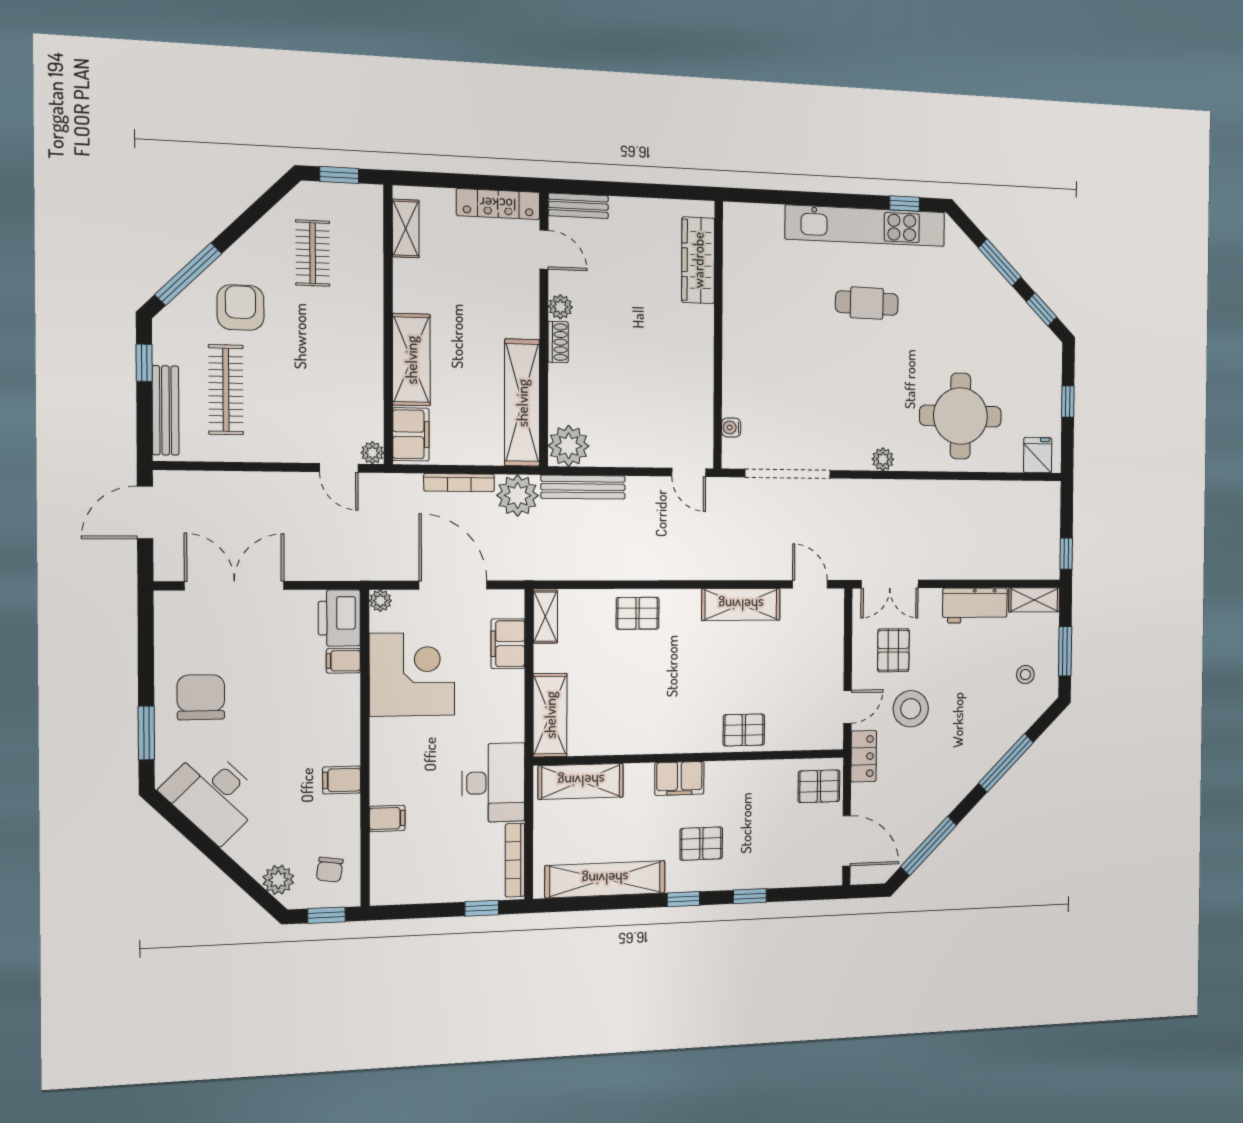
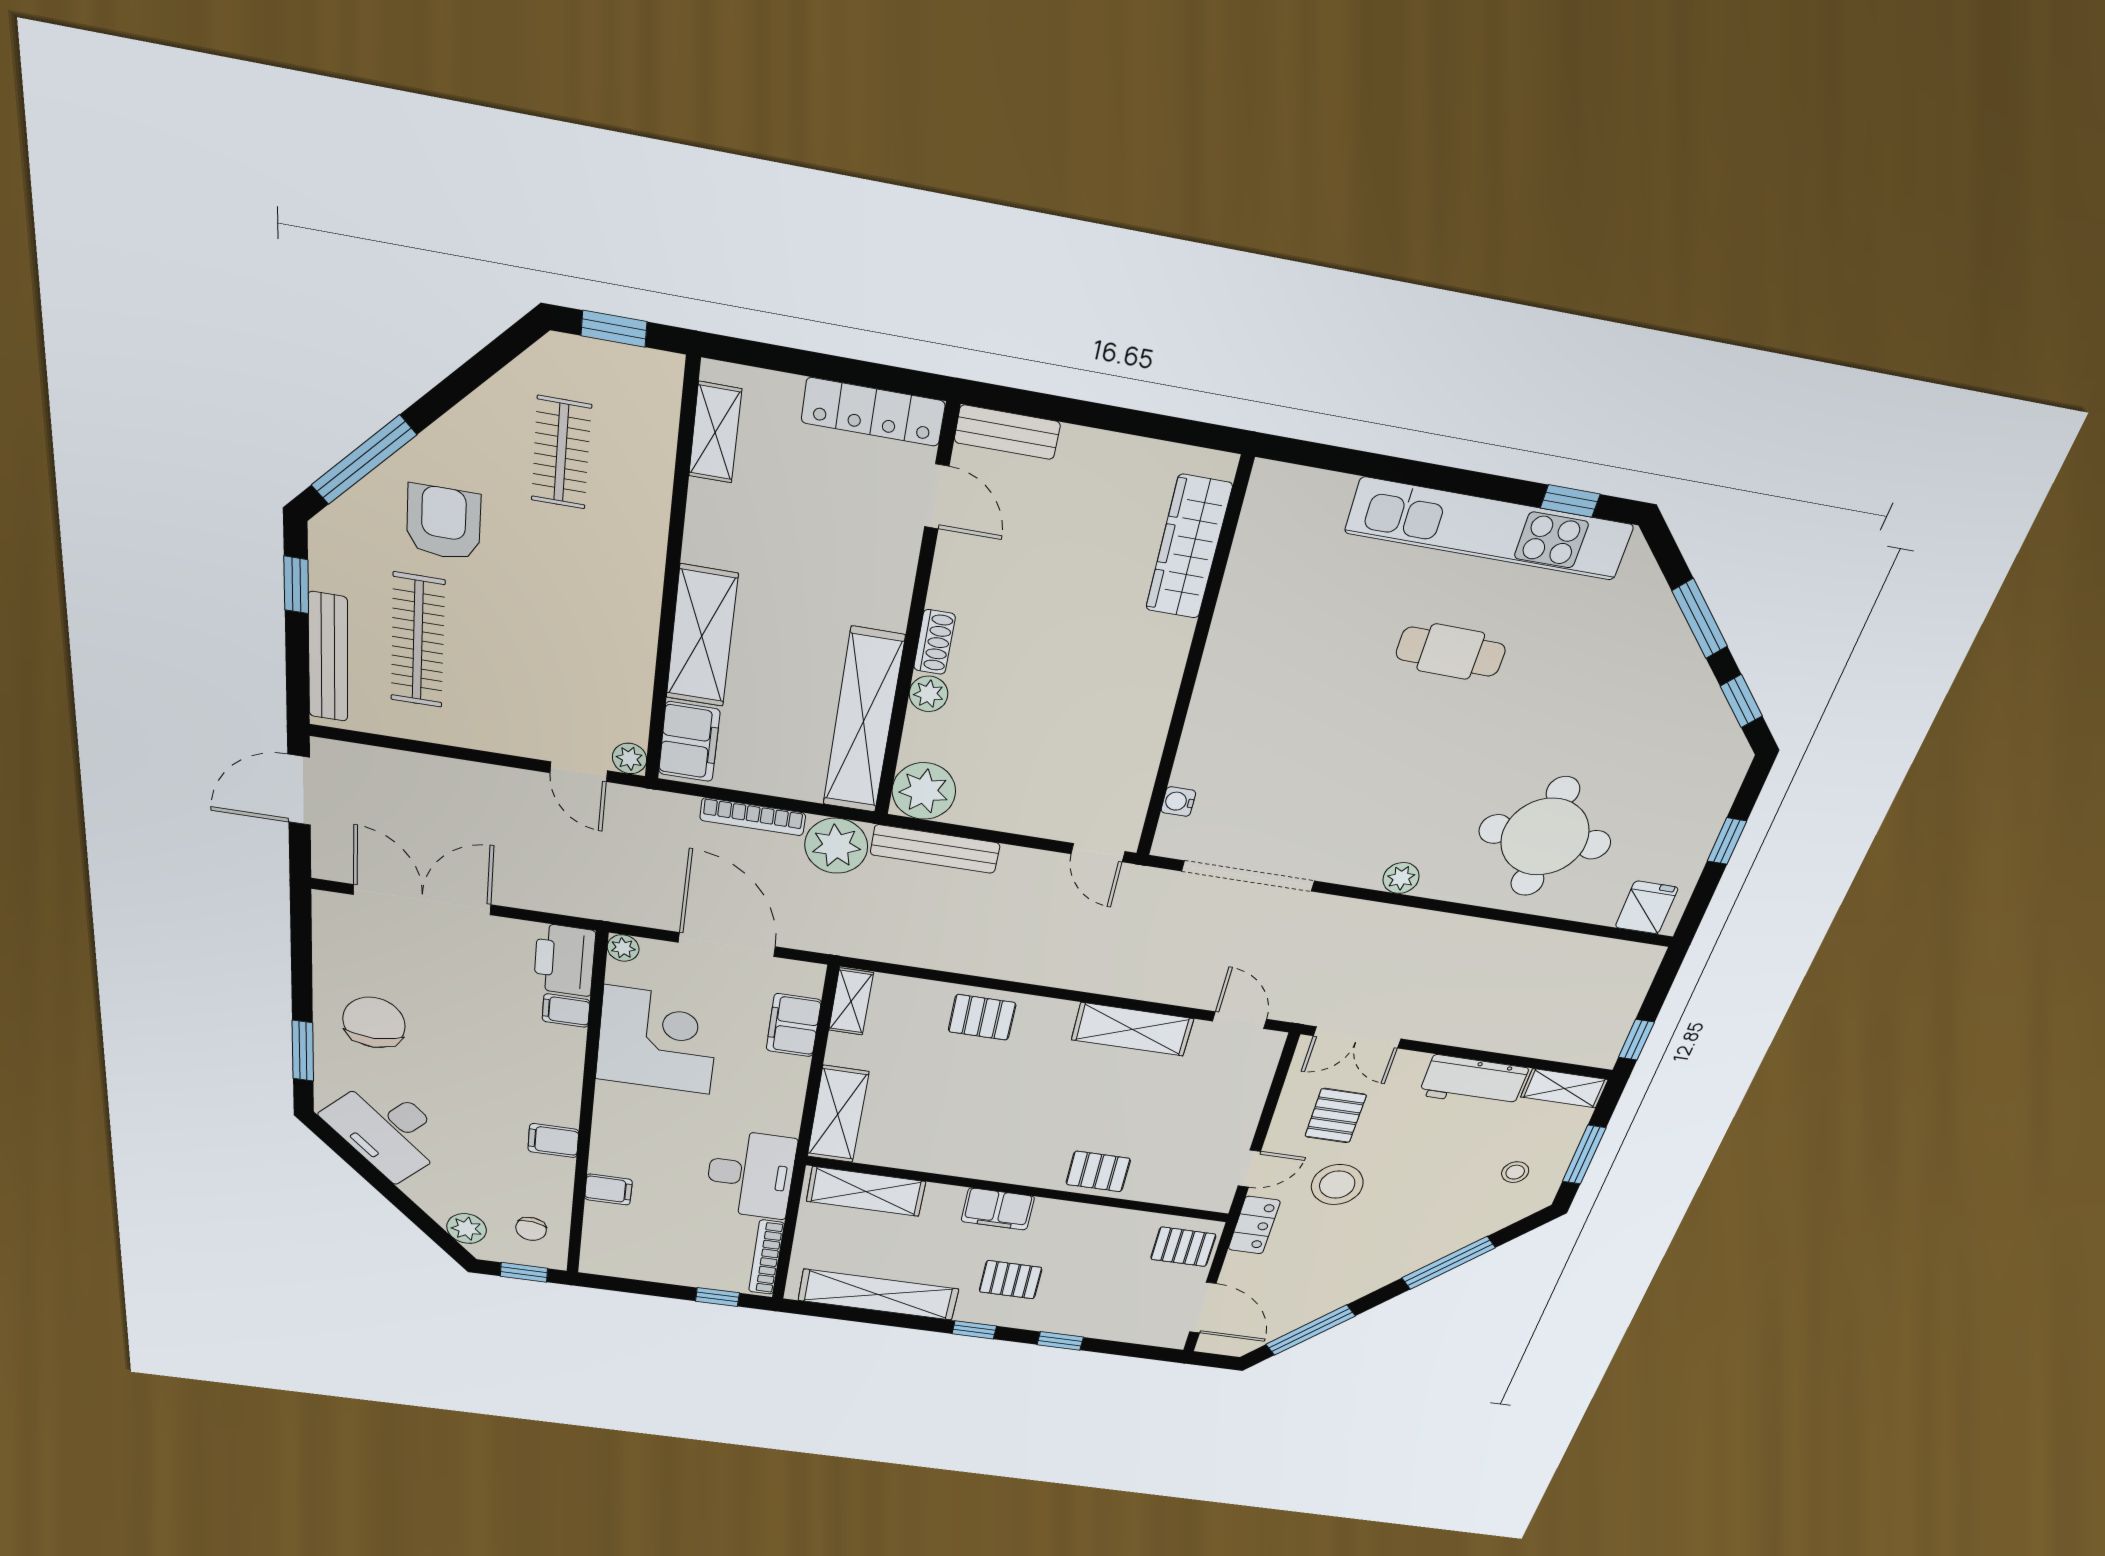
plant: (560, 307) -> (929, 694), moved

